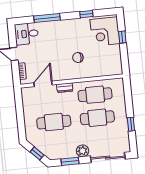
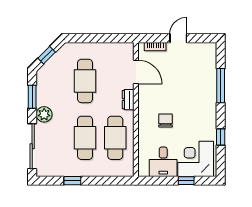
desk: (27, 34) -> (163, 162), moved, turned 180

